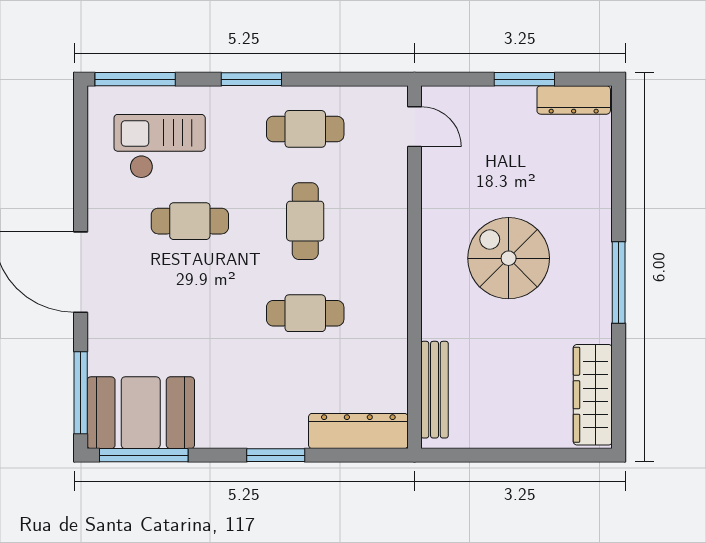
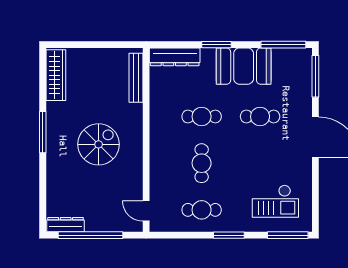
window: (524, 79) -> (91, 235), width x2.11
cafe table: (190, 221) -> (260, 117), moved
spiral stairs: (509, 258) -> (99, 144), turned -90
booth: (141, 413) -> (244, 66), moved

